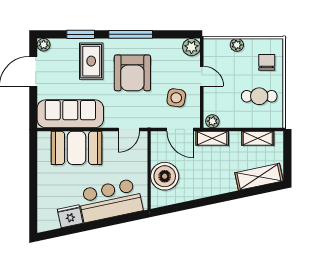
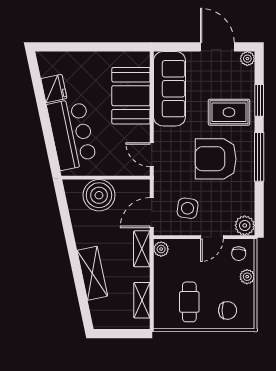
chair: (216, 52) -> (239, 254), added
shelving: (259, 177) -> (92, 273), moved

